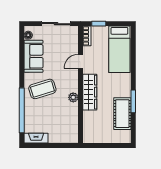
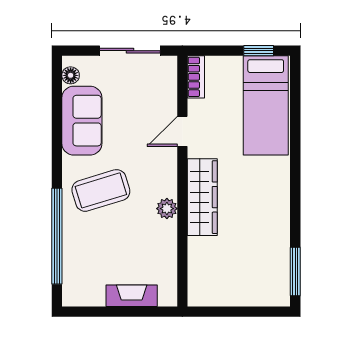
window: (99, 24) -> (259, 51), moved
window: (133, 101) -> (295, 271), moved
cot: (122, 114) -> (272, 243), removed
fireplace: (36, 138) -> (132, 296), moved

